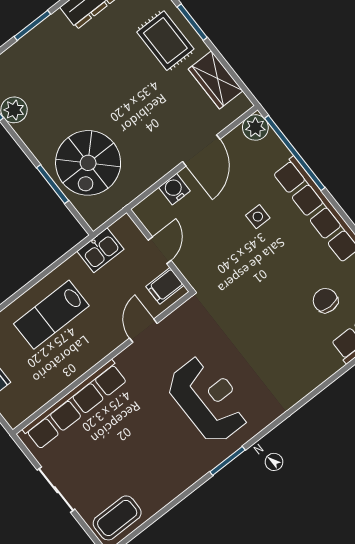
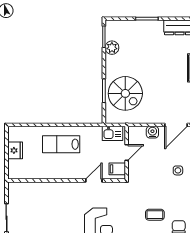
spiral stairs: (88, 163) -> (125, 93), turned -90
kitchen sink: (100, 250) -> (113, 133), moved
coffee table: (275, 310) -> (155, 215), added
row of seats: (75, 405) -> (42, 189), removed

